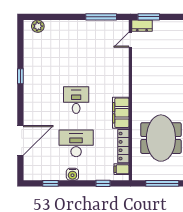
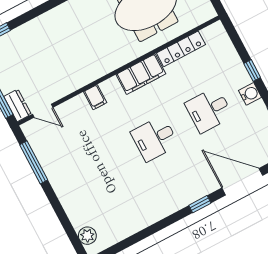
window: (20, 76) -> (200, 204), moved
desk: (76, 143) -> (209, 110), width x0.73
filing cabinet: (122, 169) -> (95, 97), moved
window: (103, 183) -> (252, 70), moved

